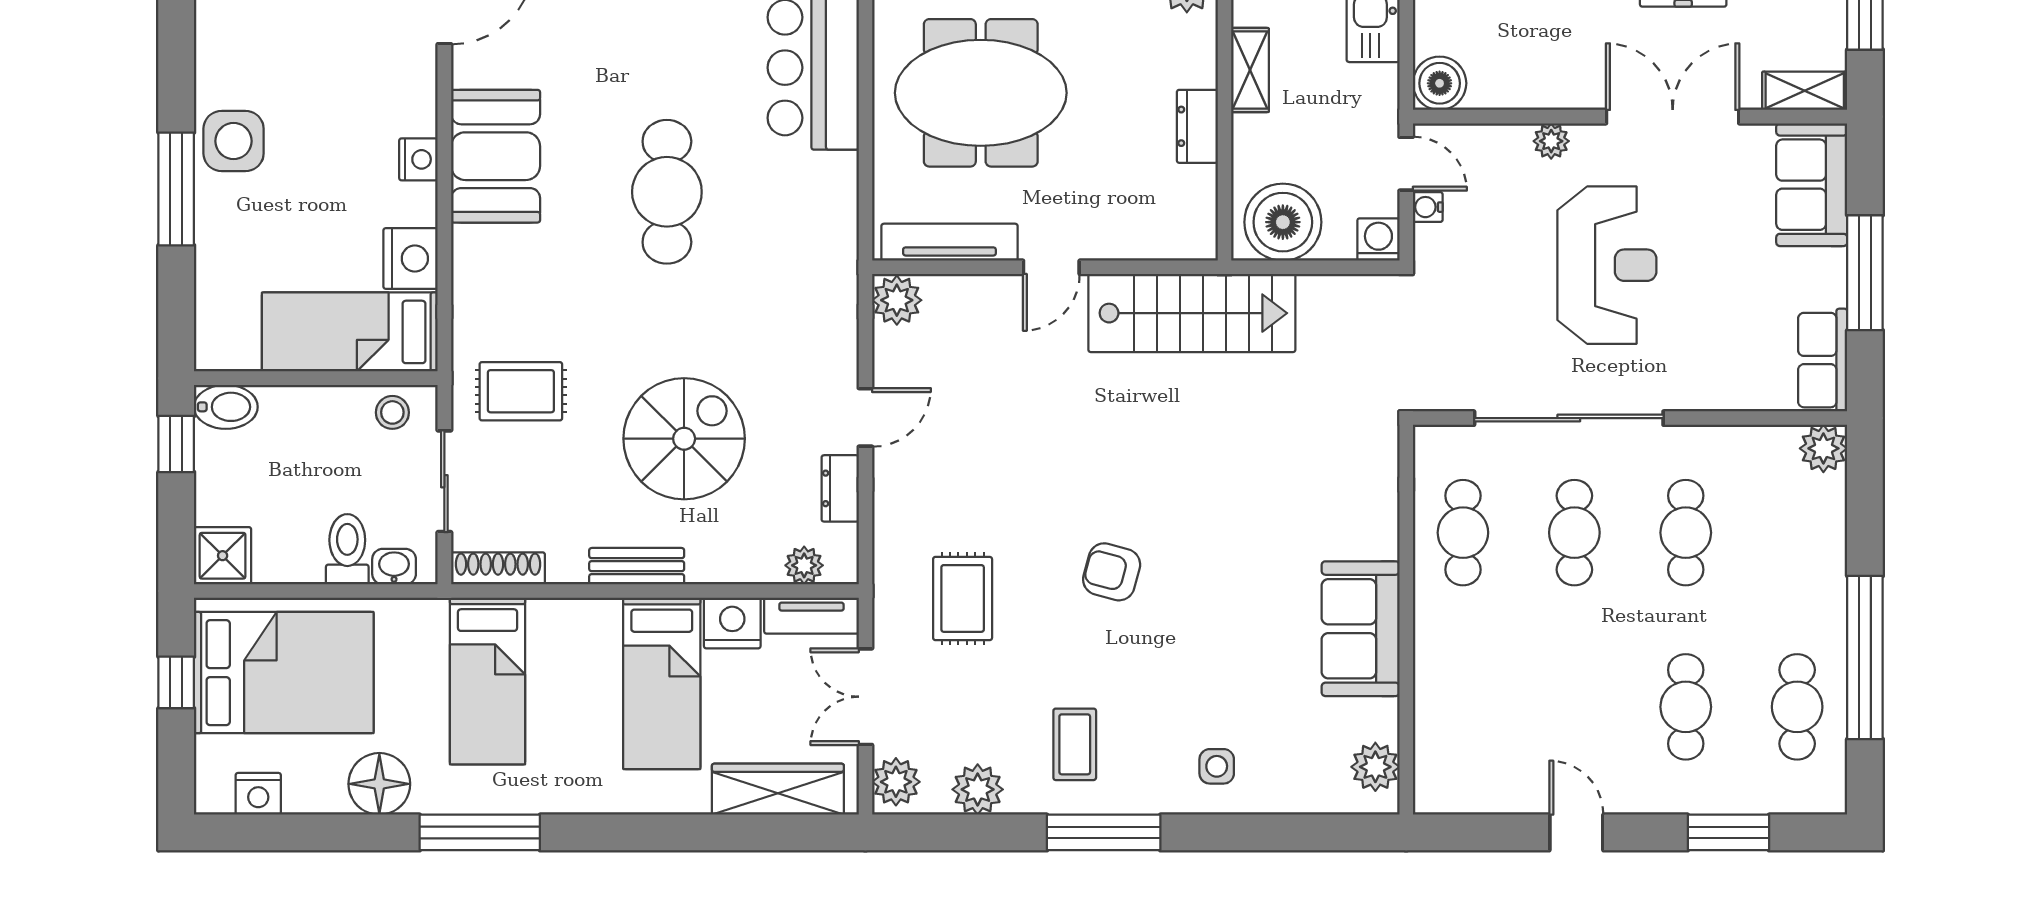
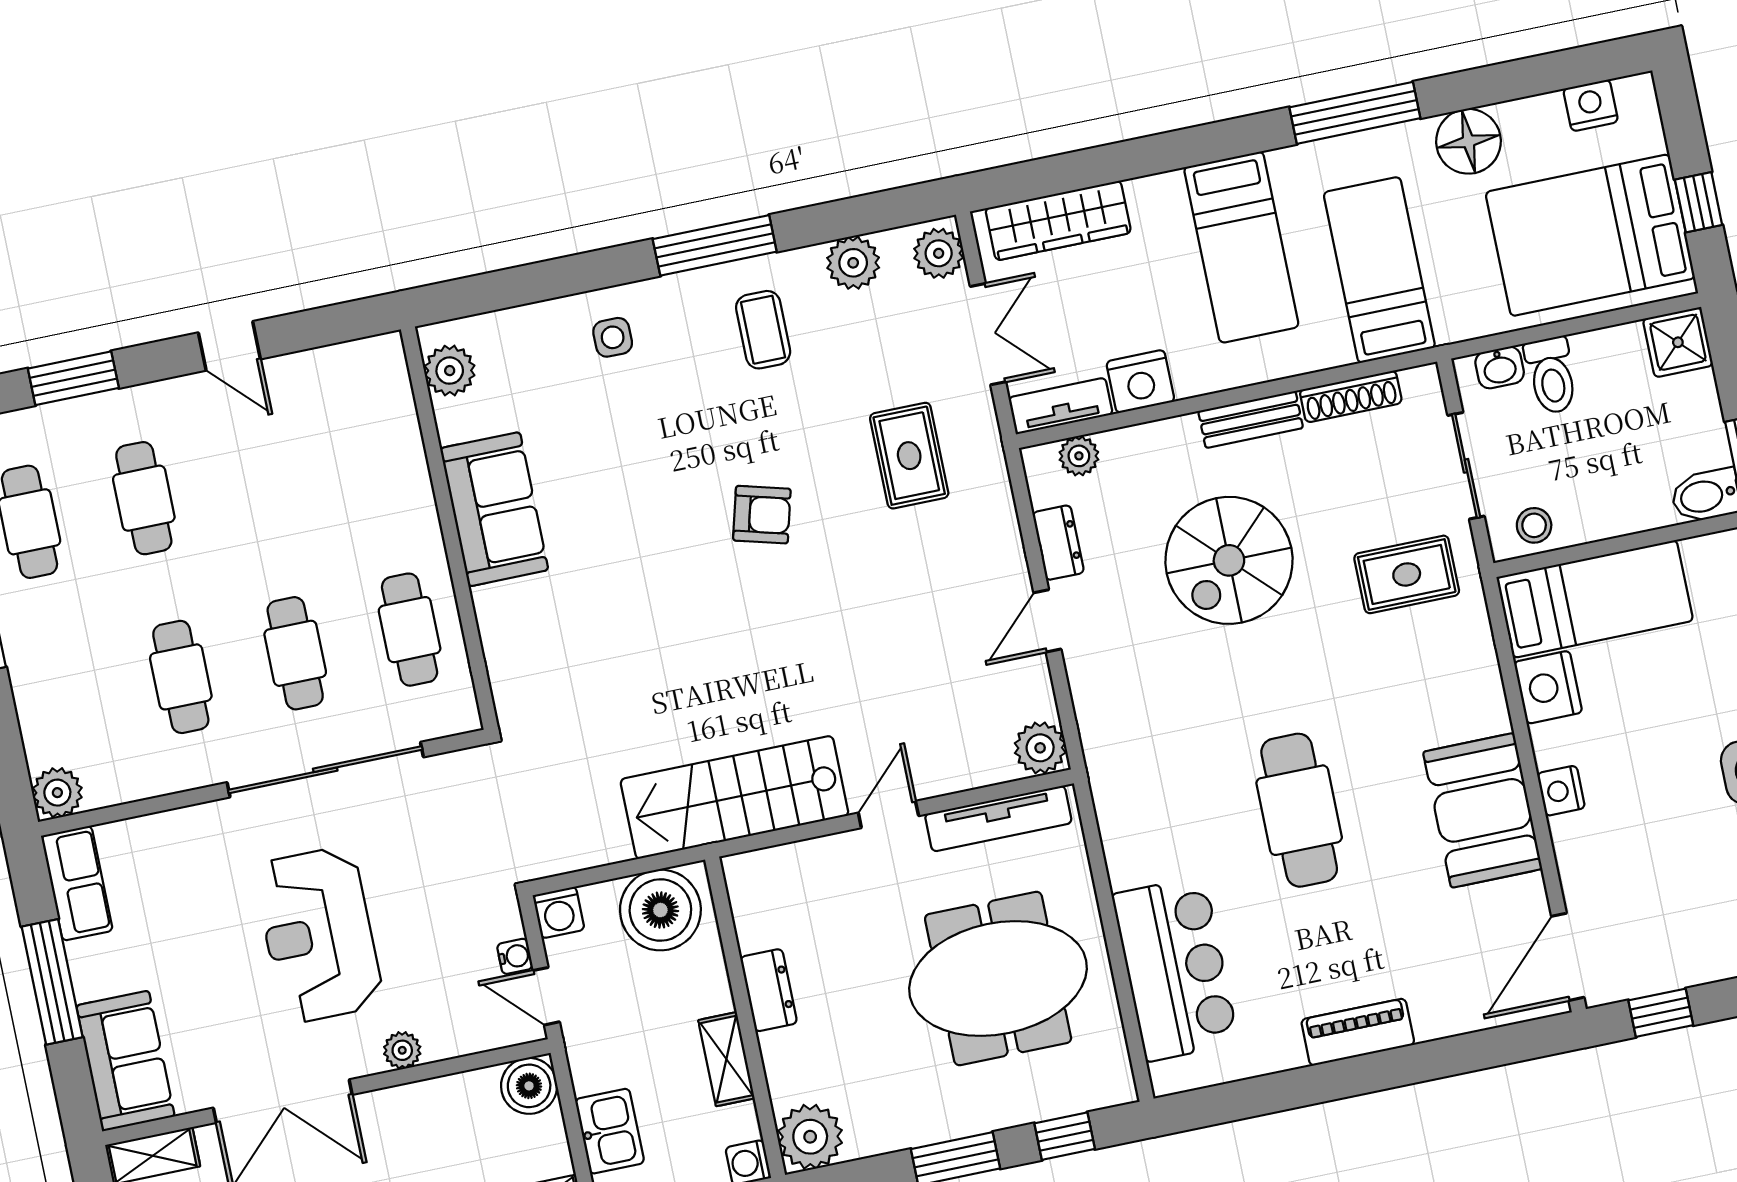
shoe rack: (498, 568) -> (1351, 396), moved
bed: (662, 683) -> (1241, 247), moved, turned 180

